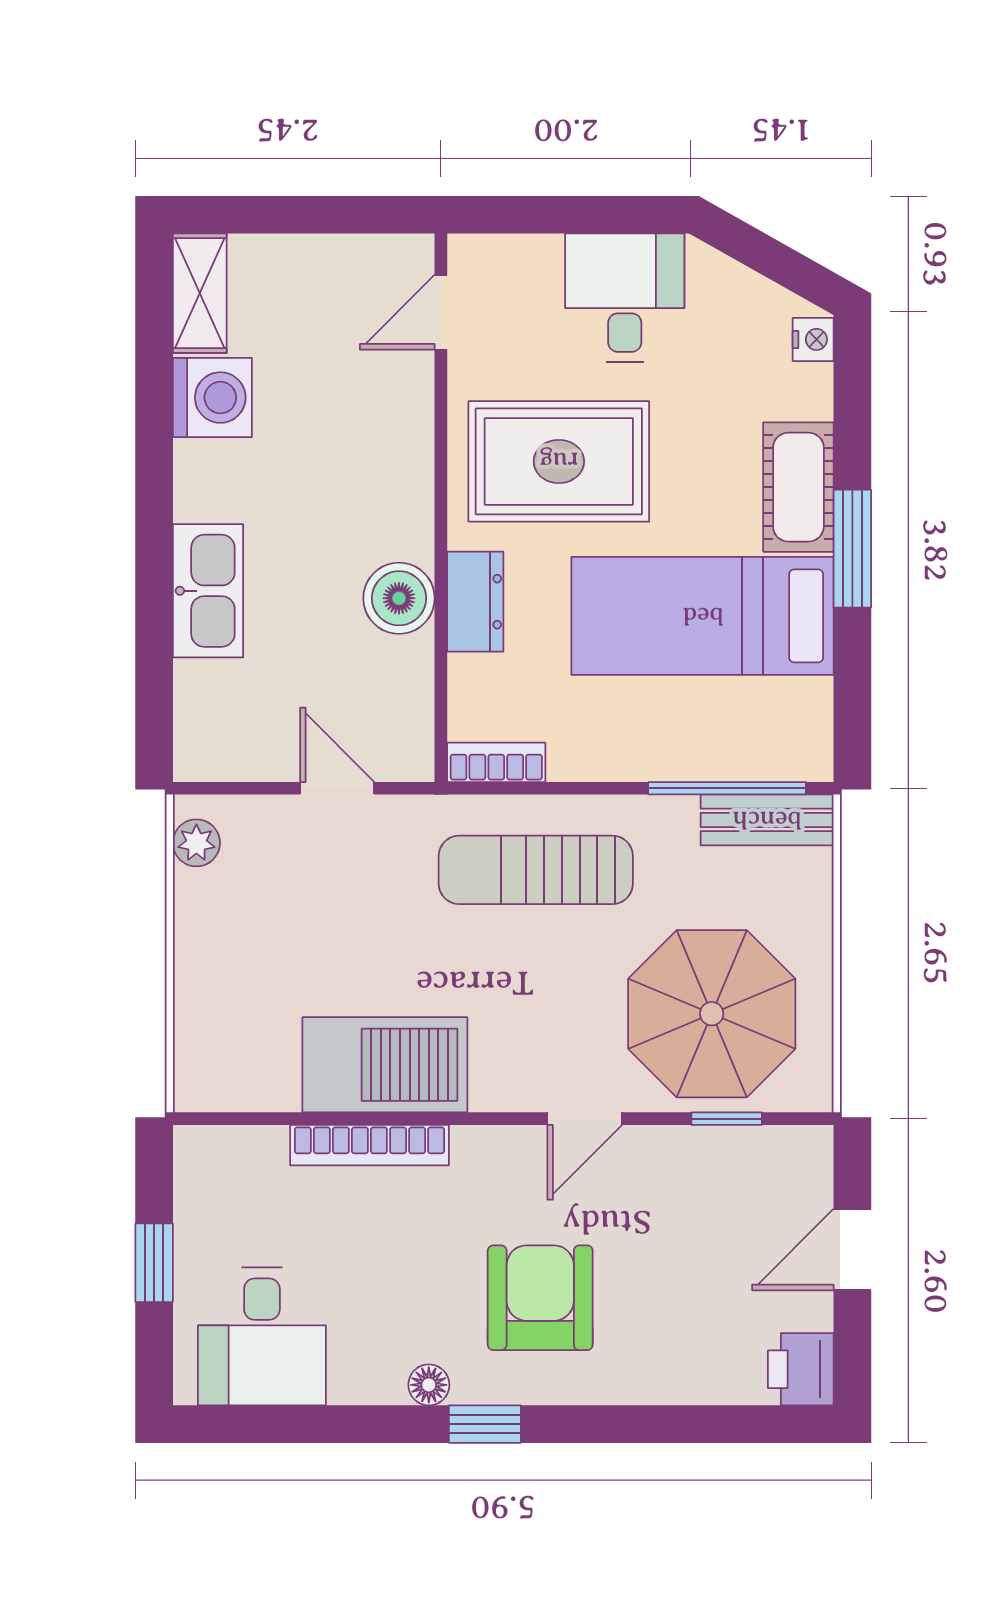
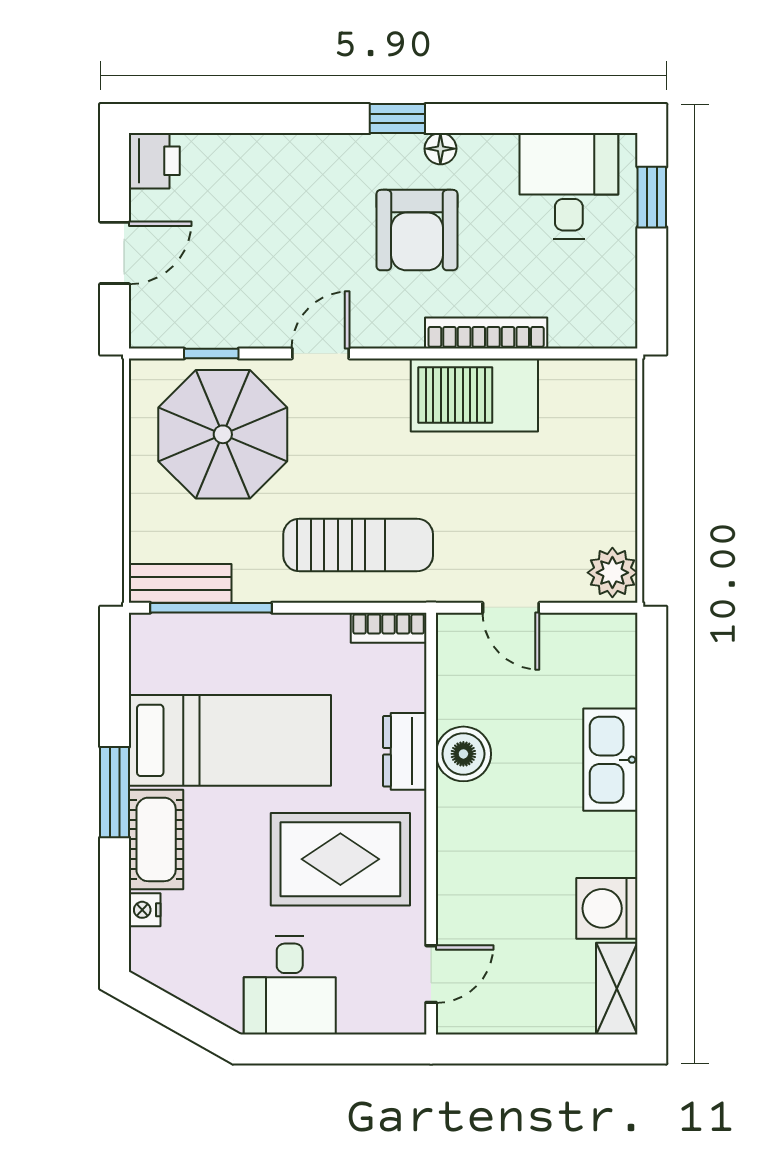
nightstand: (813, 339) -> (145, 910), moved
plant: (196, 843) -> (612, 573), width x1.38, depth x1.38
window: (154, 1263) -> (652, 197), moved
armchair: (540, 1298) -> (417, 230), moved

